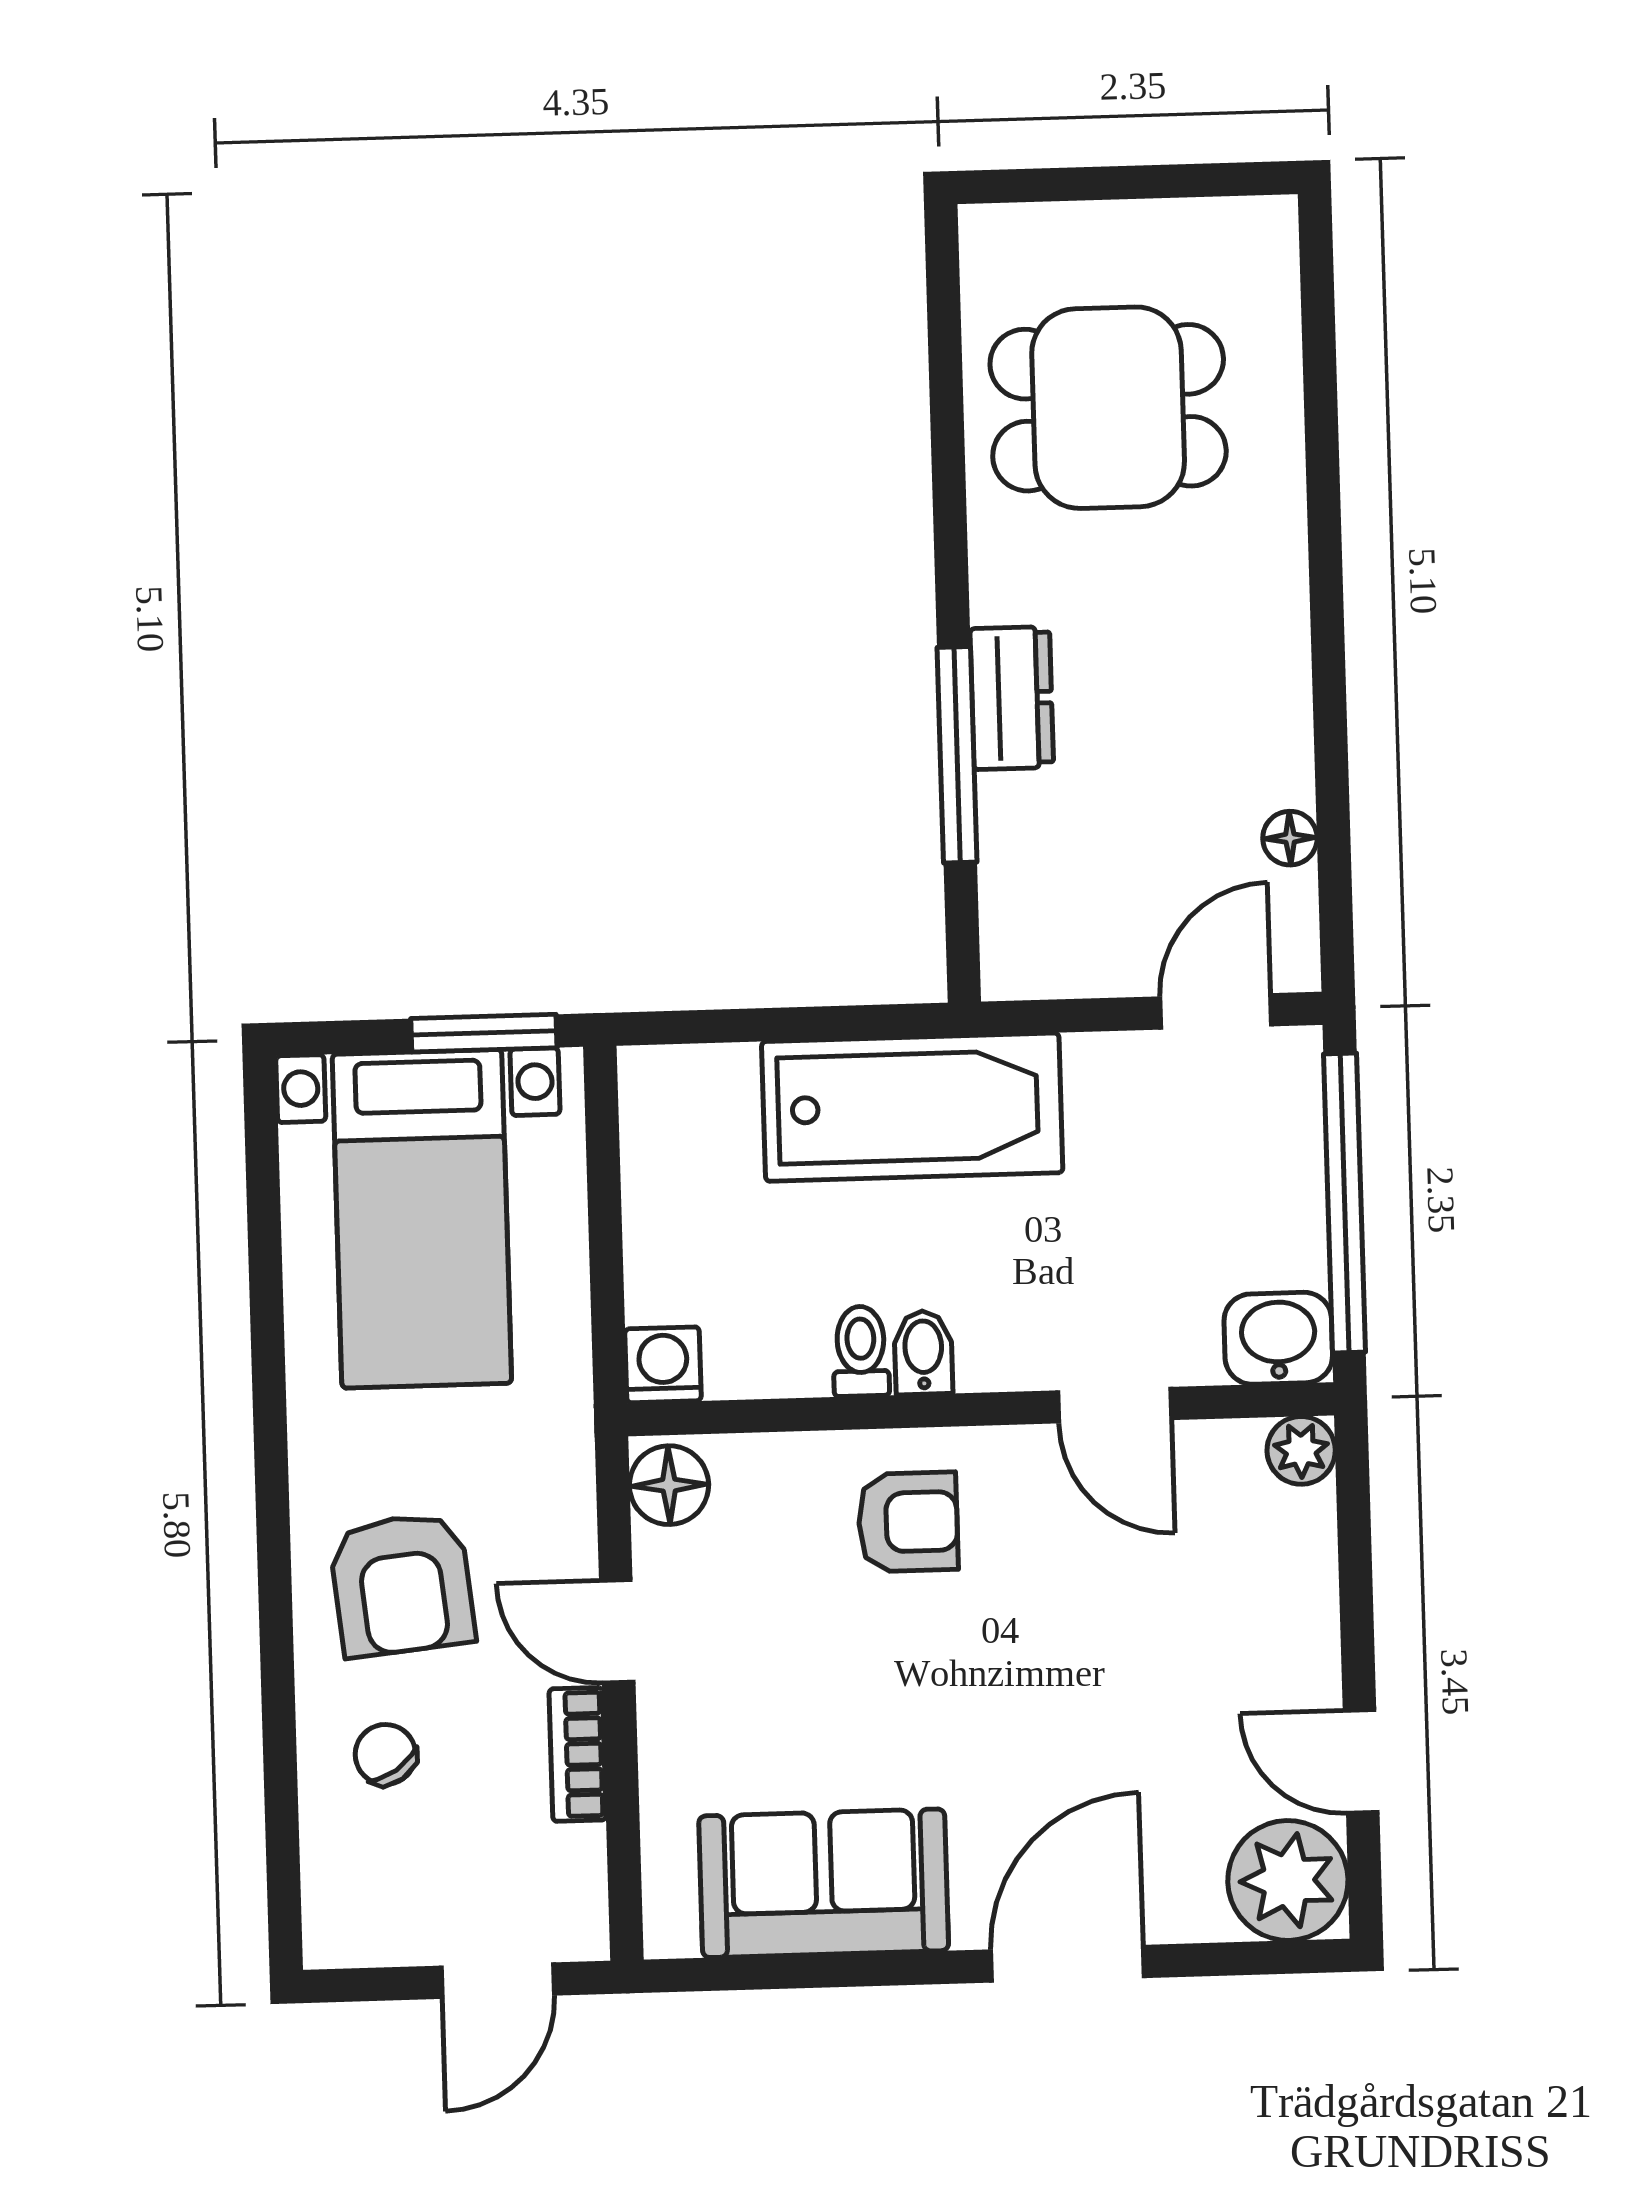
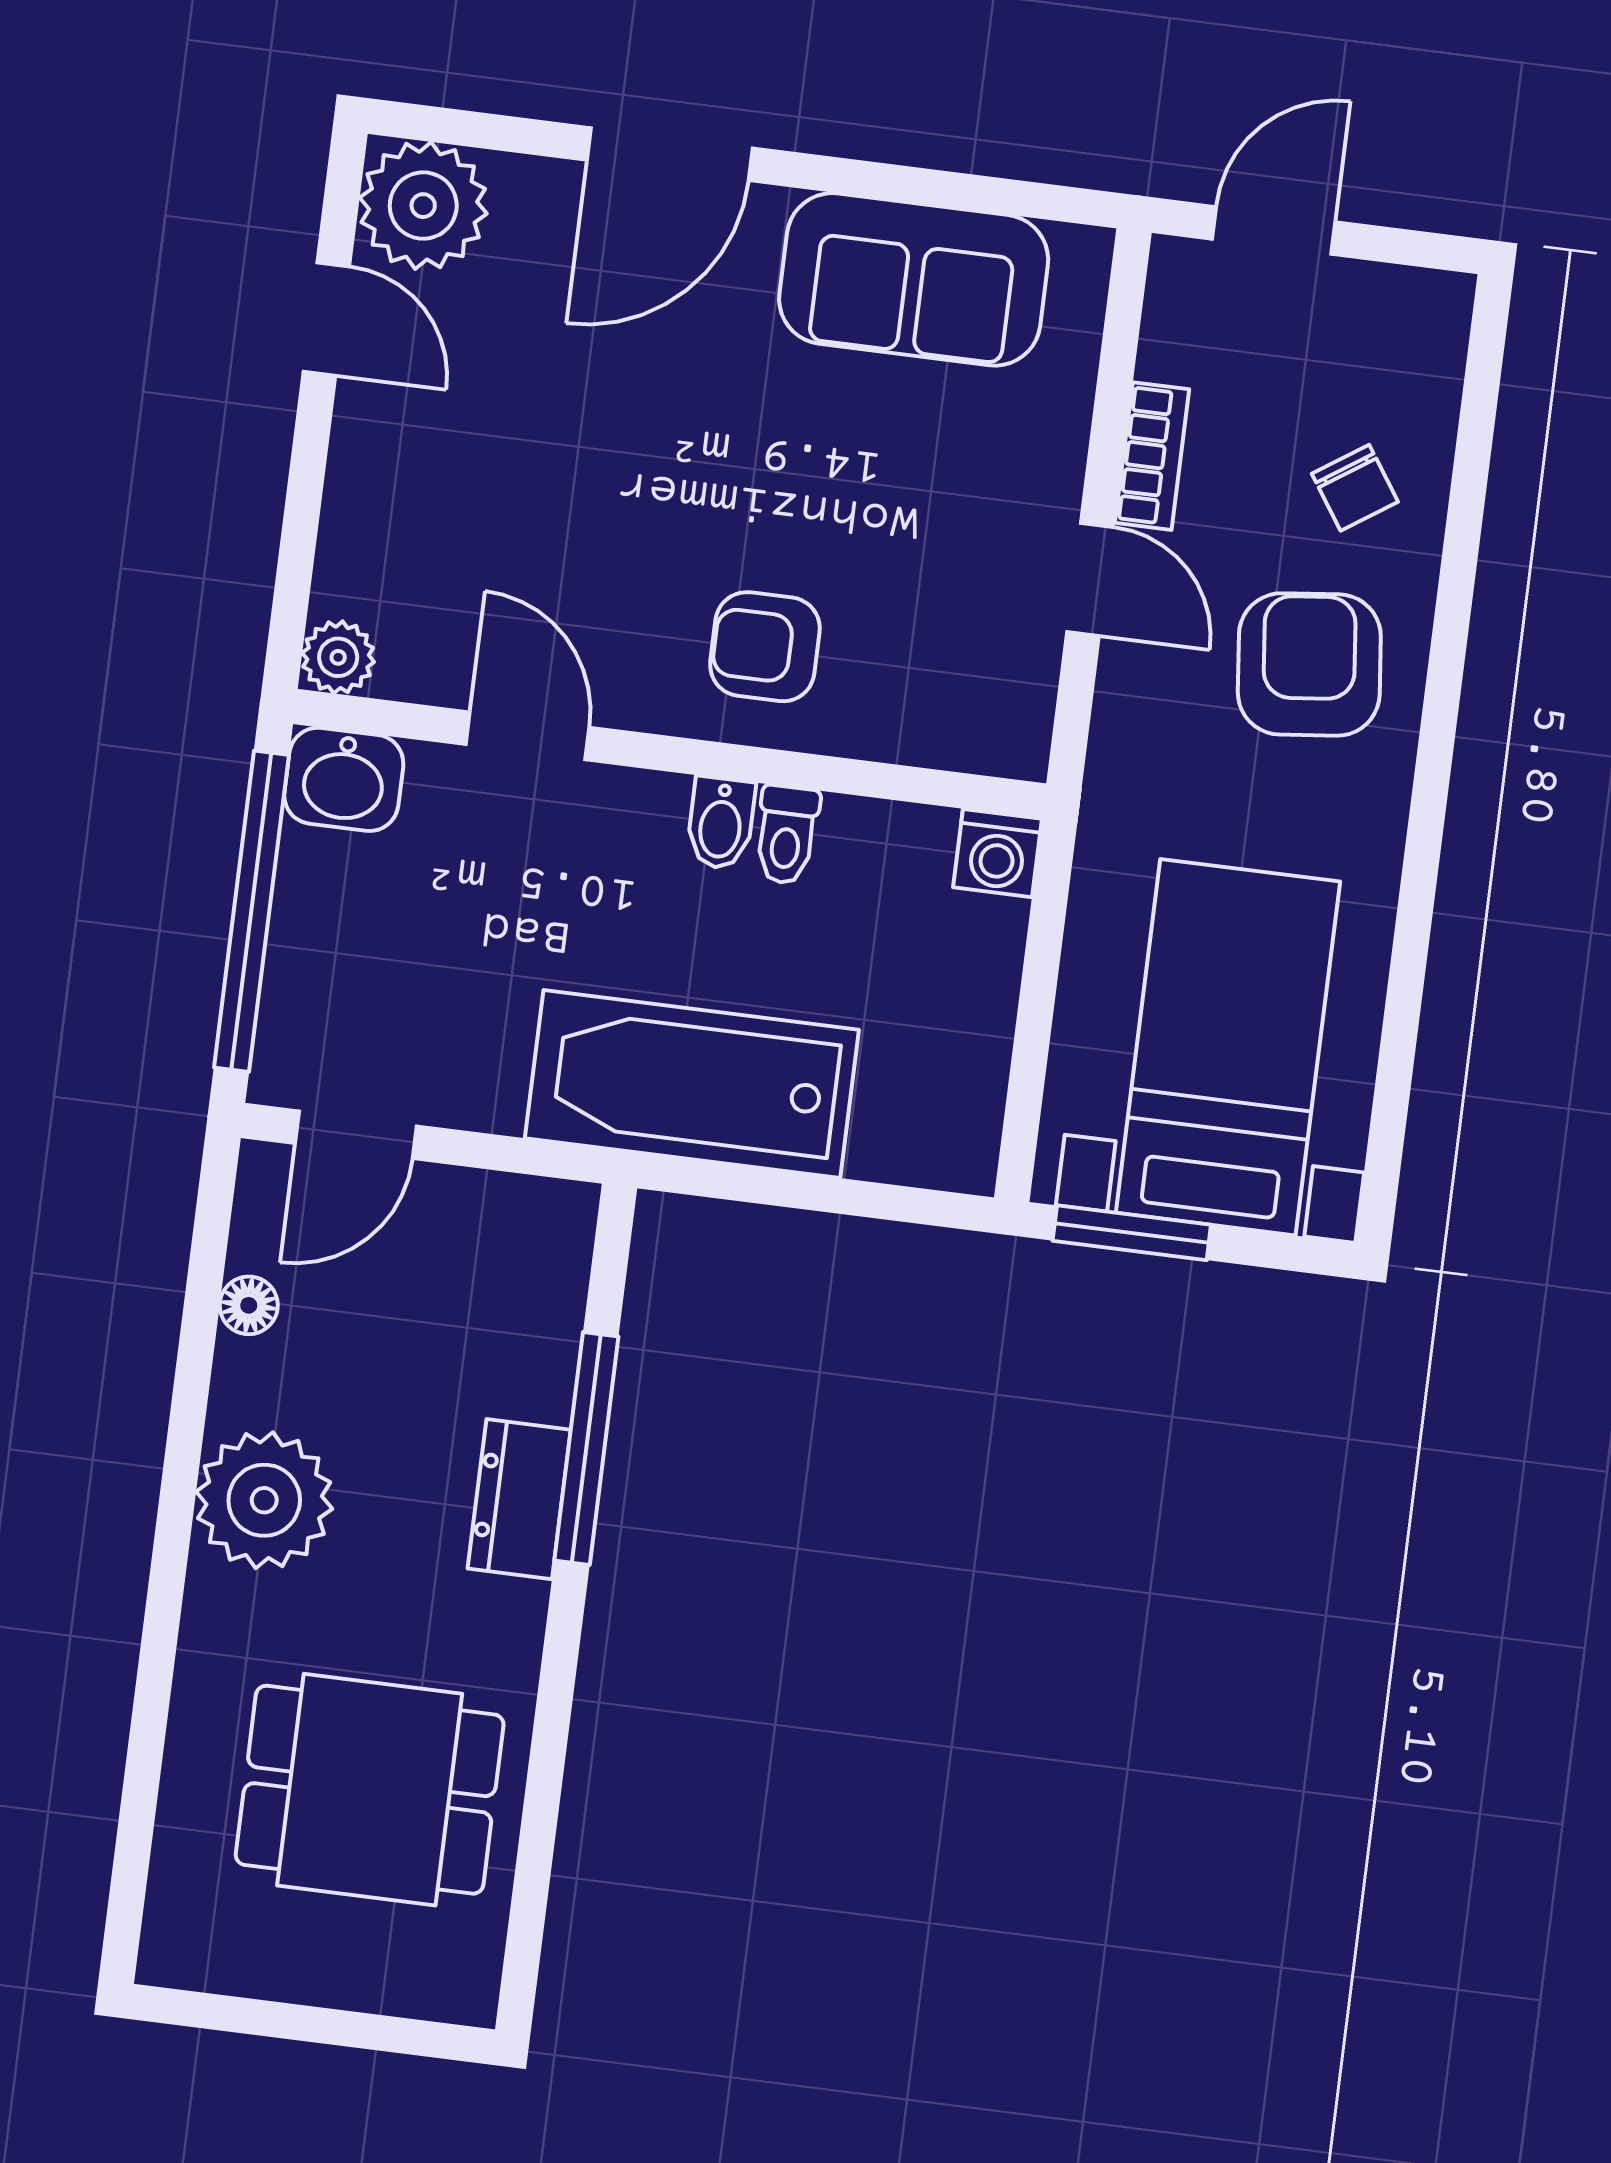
plant: (1247, 660) -> (264, 1500), added
floor lamp: (669, 1485) -> (1011, 725), removed

